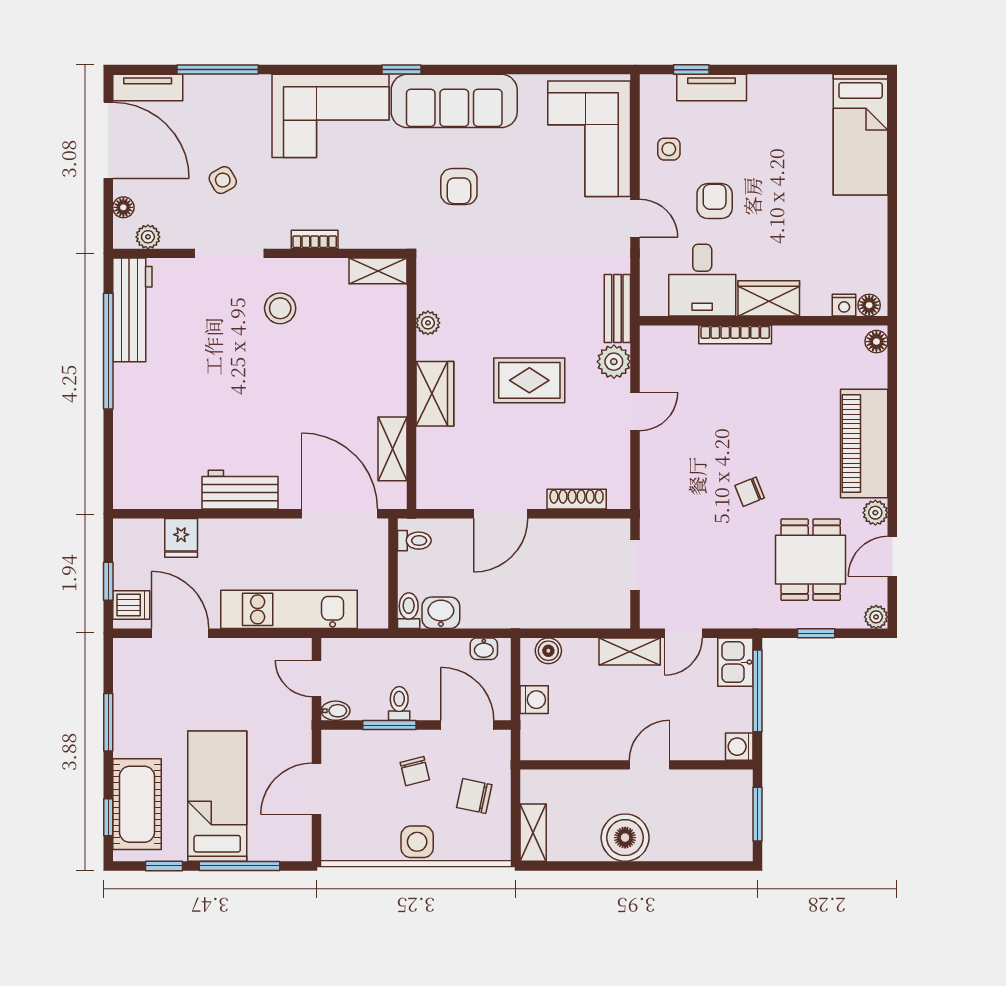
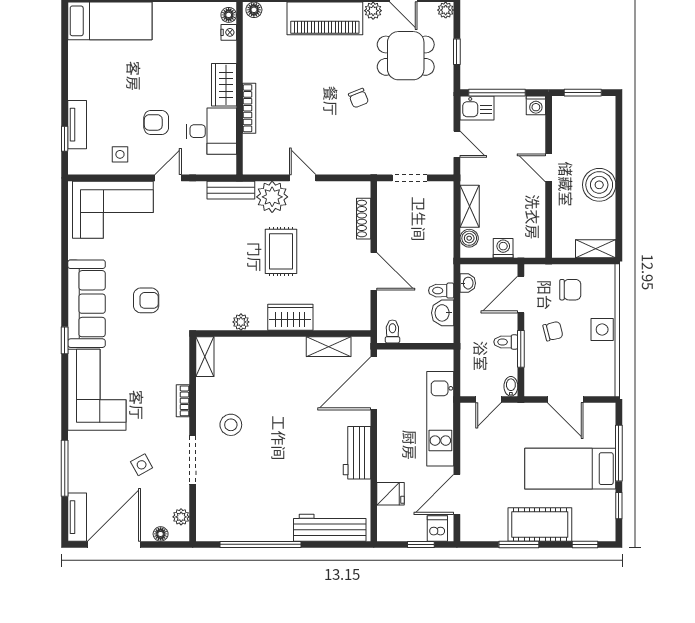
workbench: (132, 310) -> (330, 528), moved
plant: (614, 362) -> (272, 197), width x1.36, depth x1.36
toilet: (409, 611) -> (441, 291), moved
shelving: (630, 651) -> (470, 206), moved
chair: (474, 796) -> (570, 290), turned -102
cot: (137, 804) -> (540, 524), moved

